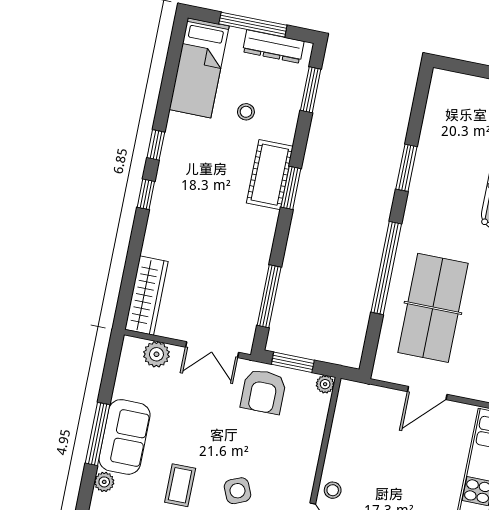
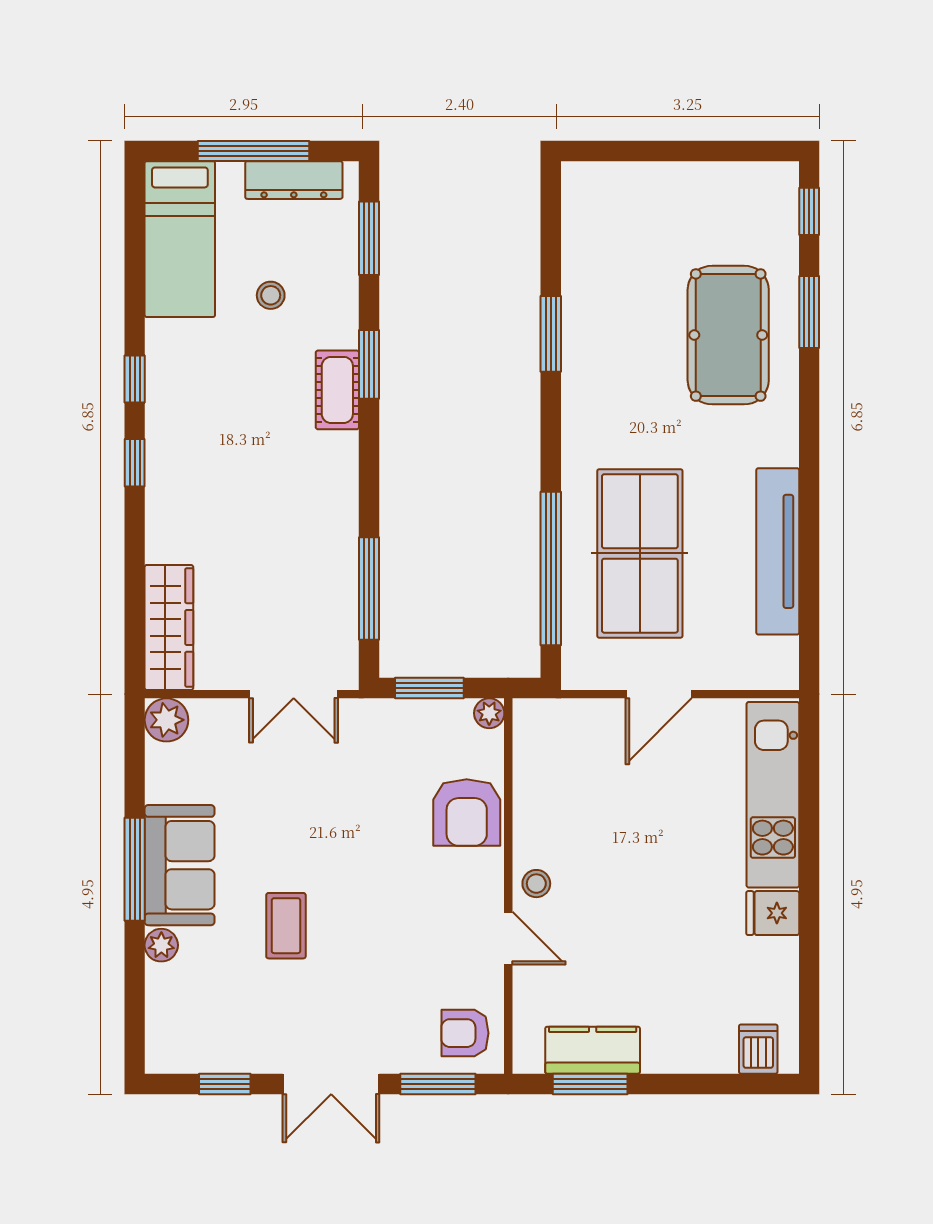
cot: (270, 175) -> (337, 390), width x0.73, depth x0.75
window: (291, 188) -> (369, 364), moved
window: (386, 268) -> (551, 568), moved
plant: (156, 354) -> (166, 720), moved
armchair: (263, 392) -> (467, 813), moved
side table: (238, 491) -> (381, 916), removed

